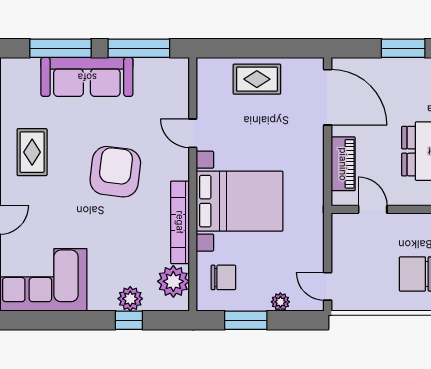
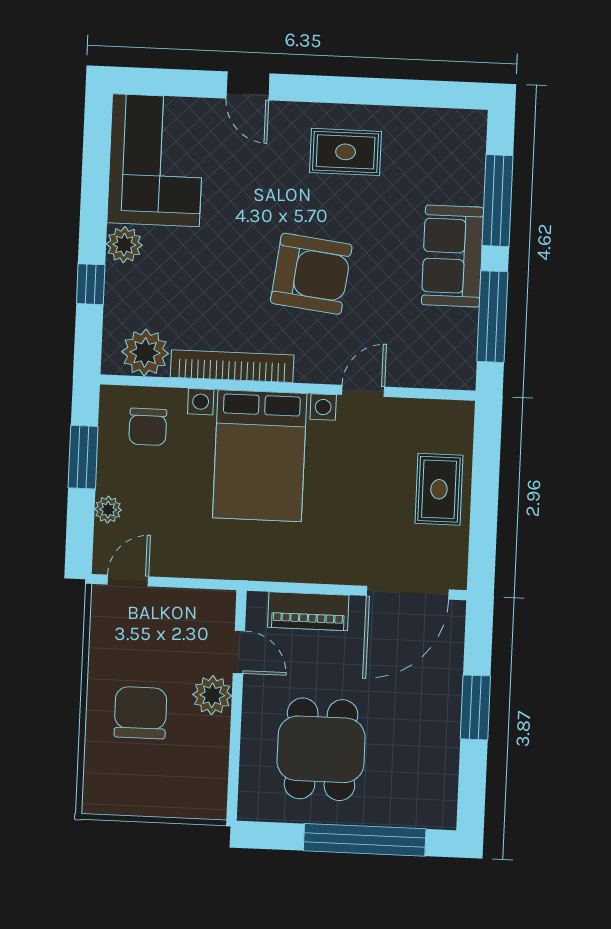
sofa: (87, 77) -> (453, 256), width x0.73
door: (373, 209) -> (239, 652), hinge flipped
plant: (403, 226) -> (212, 695), added
plant: (130, 299) -> (124, 245), moved

